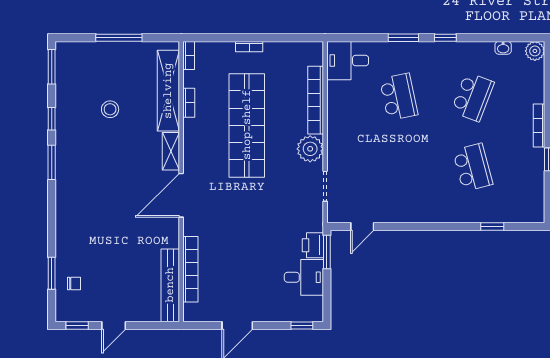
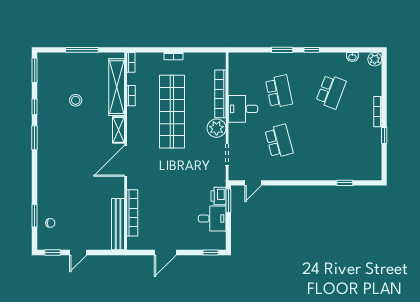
desk: (348, 61) -> (243, 109), moved
school desk: (473, 167) -> (279, 141), moved

